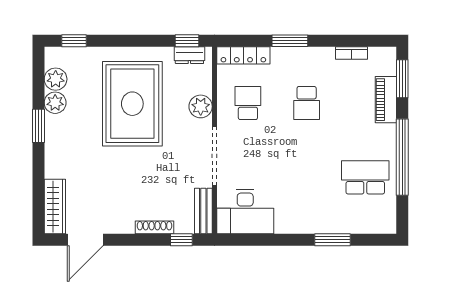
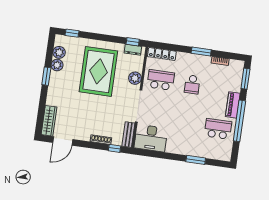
window: (290, 41) -> (201, 52), moved
piano: (386, 100) -> (233, 105), moved
school desk: (248, 103) -> (161, 80), width x1.85

